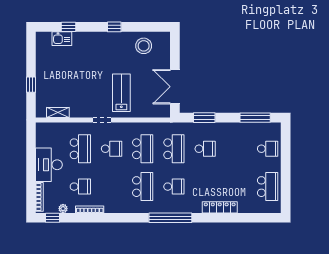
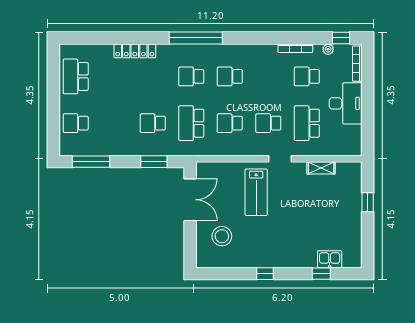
stool: (144, 46) -> (222, 236), moved
shelving: (58, 113) -> (321, 168), moved
school desk: (143, 149) -> (230, 123), width x0.54
school desk: (143, 187) -> (230, 76), width x0.54

